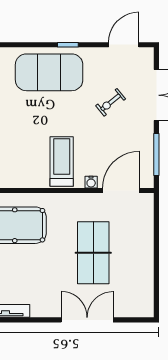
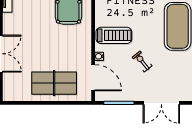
exercise bike: (111, 102) -> (142, 62), moved
table tennis table: (93, 253) -> (54, 83), moved

